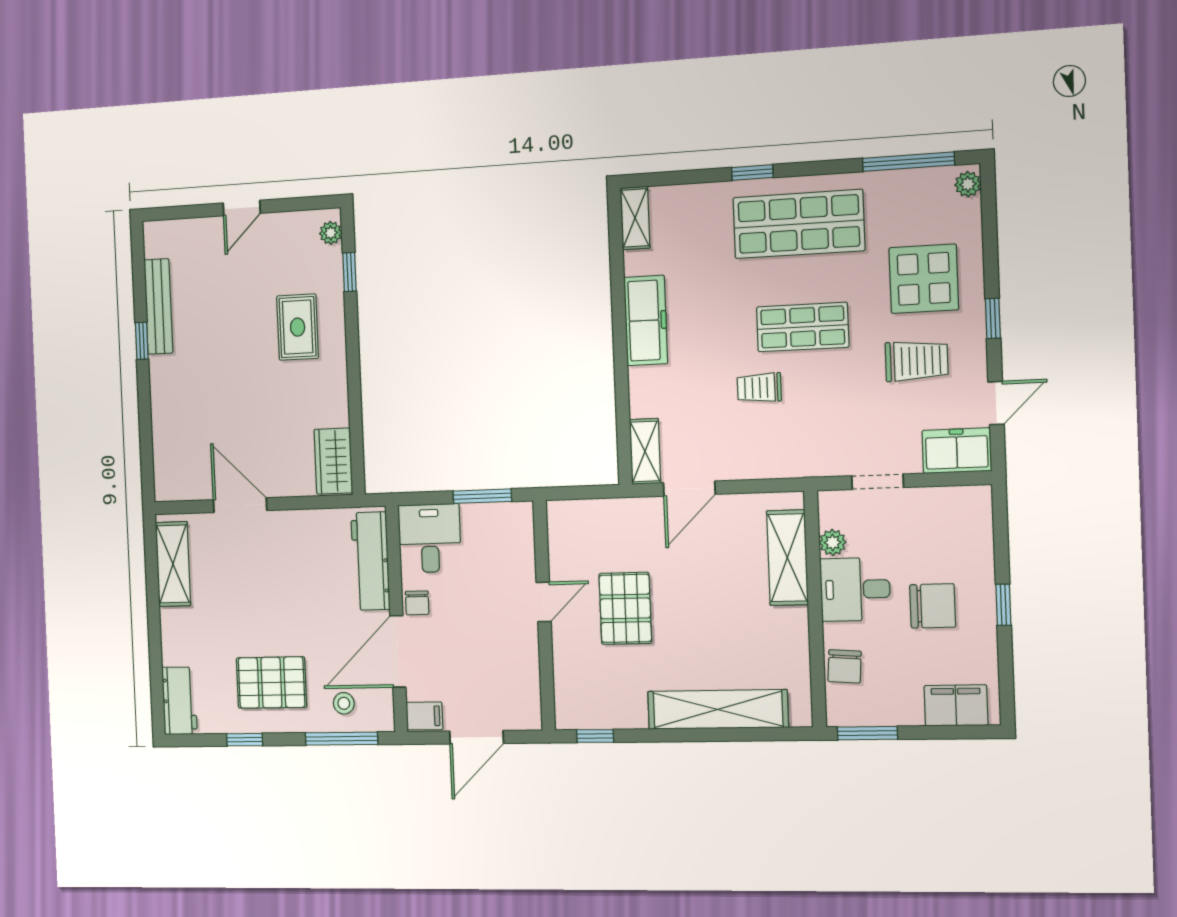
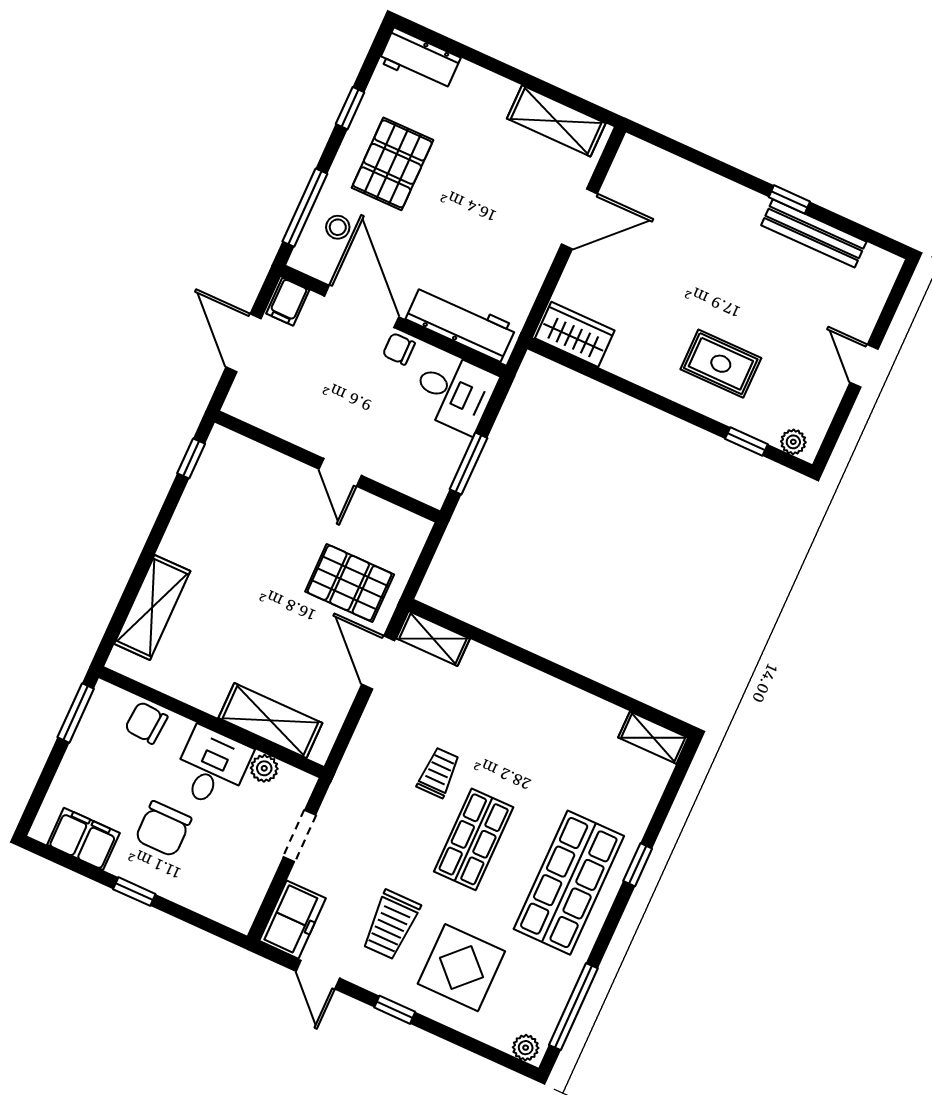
freezer: (646, 320) -> (554, 700), removed
pallet: (625, 608) -> (350, 583), moved
filing cabinet: (956, 705) -> (83, 839), moved, turned -90
shelving: (718, 709) -> (152, 607), width x0.68

